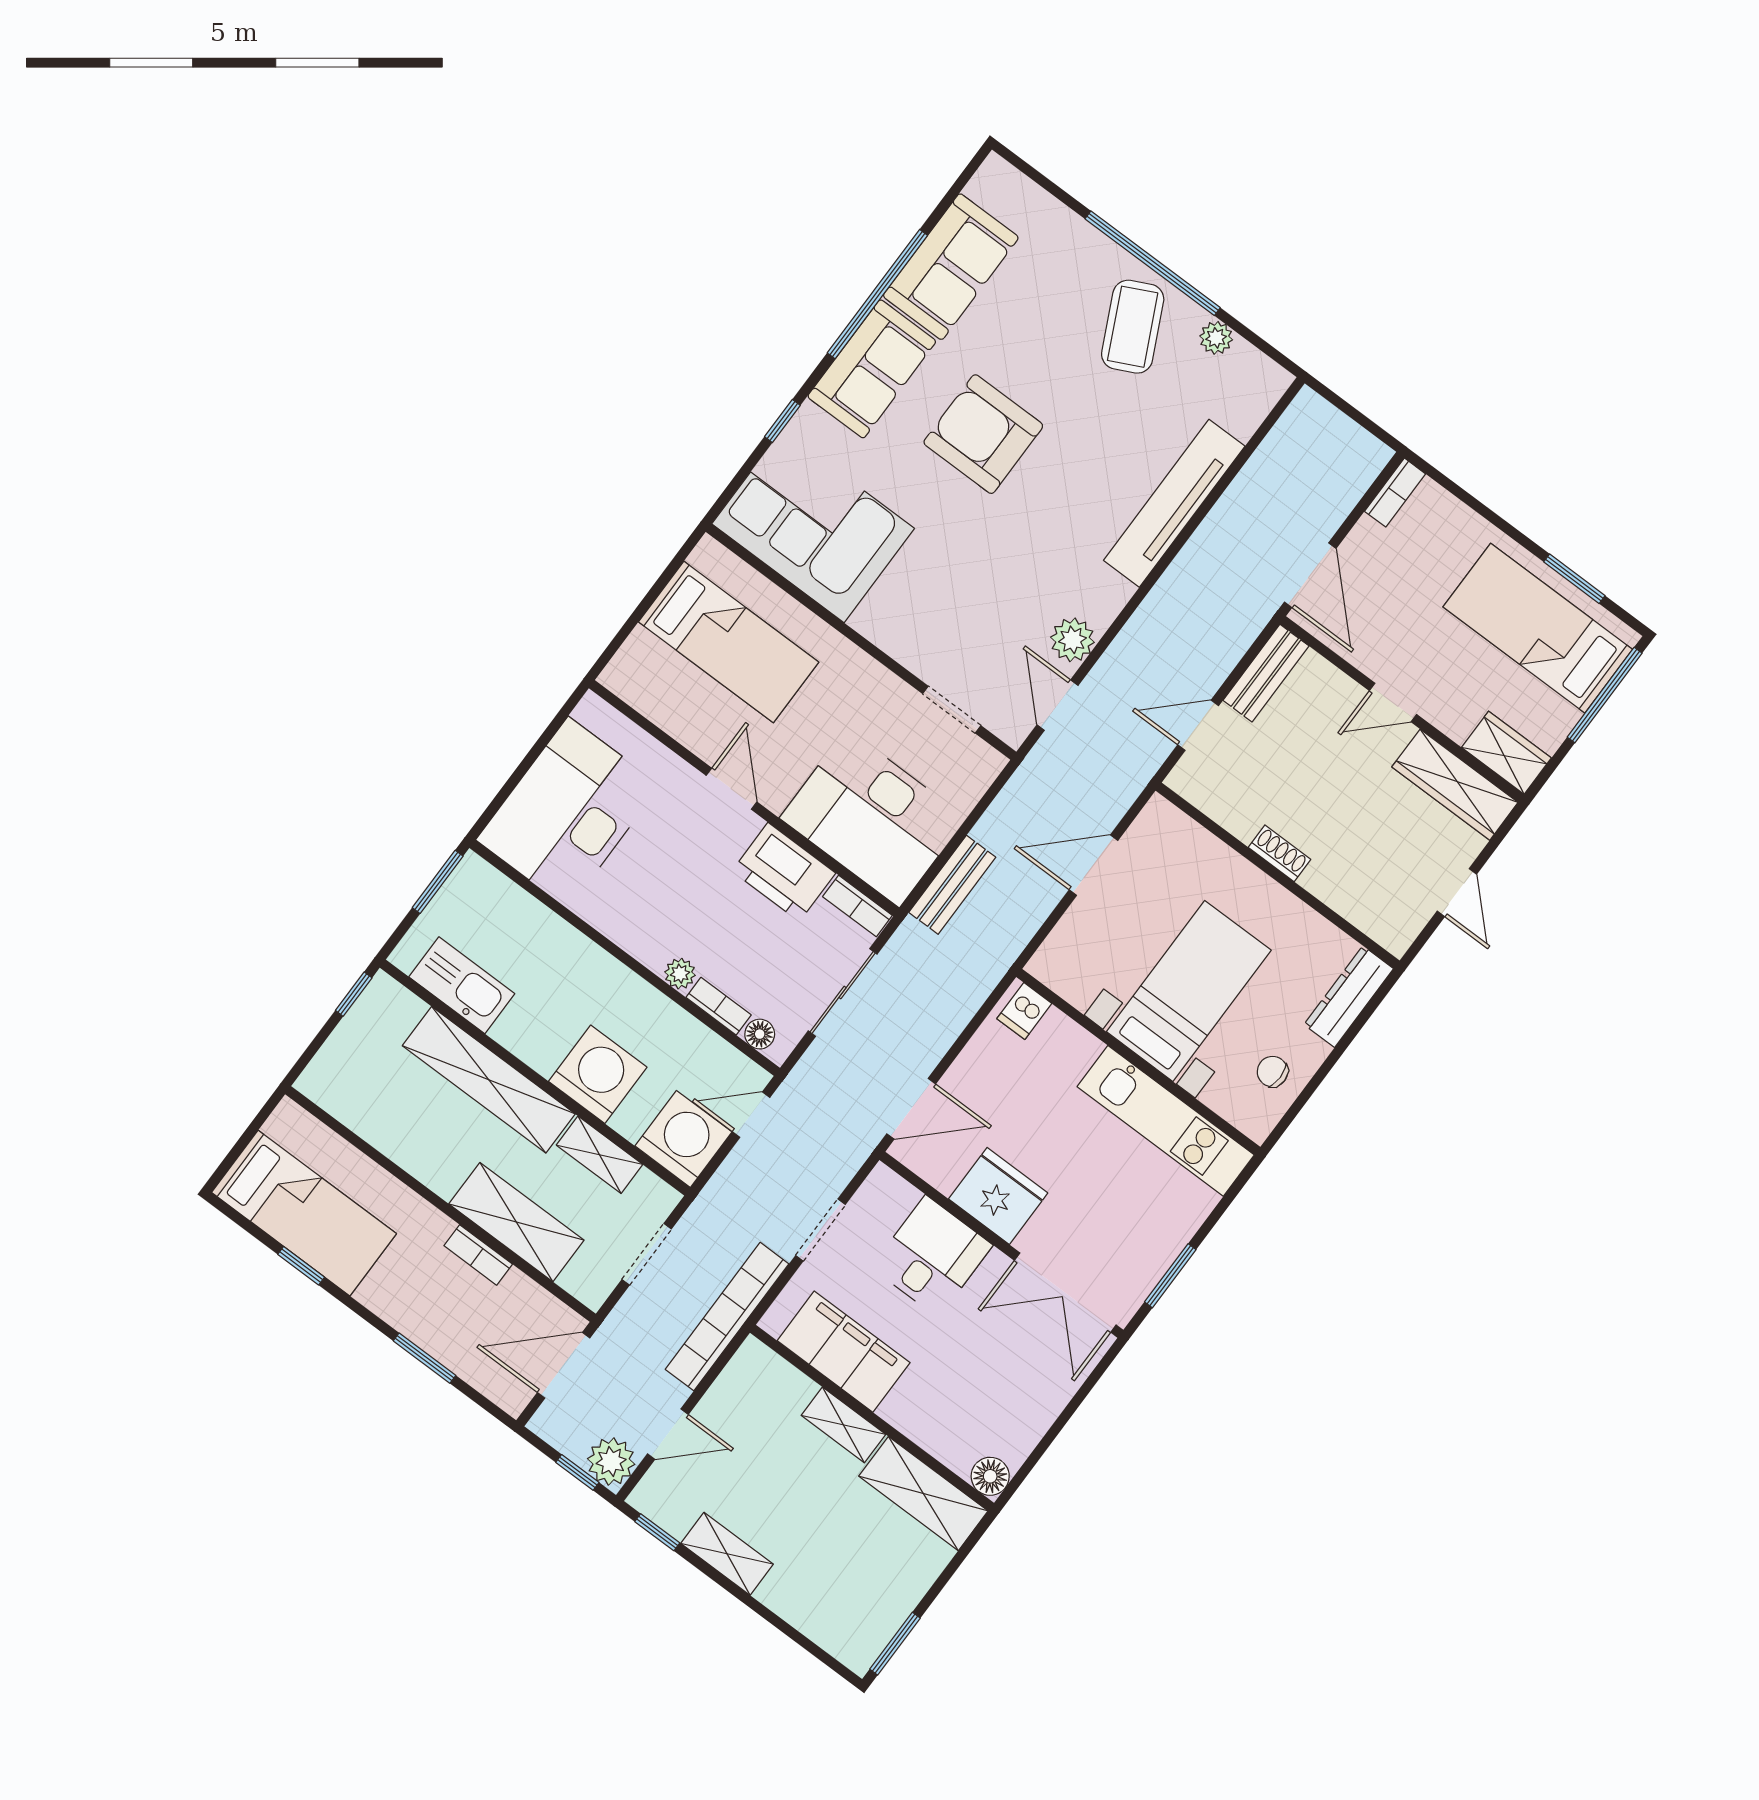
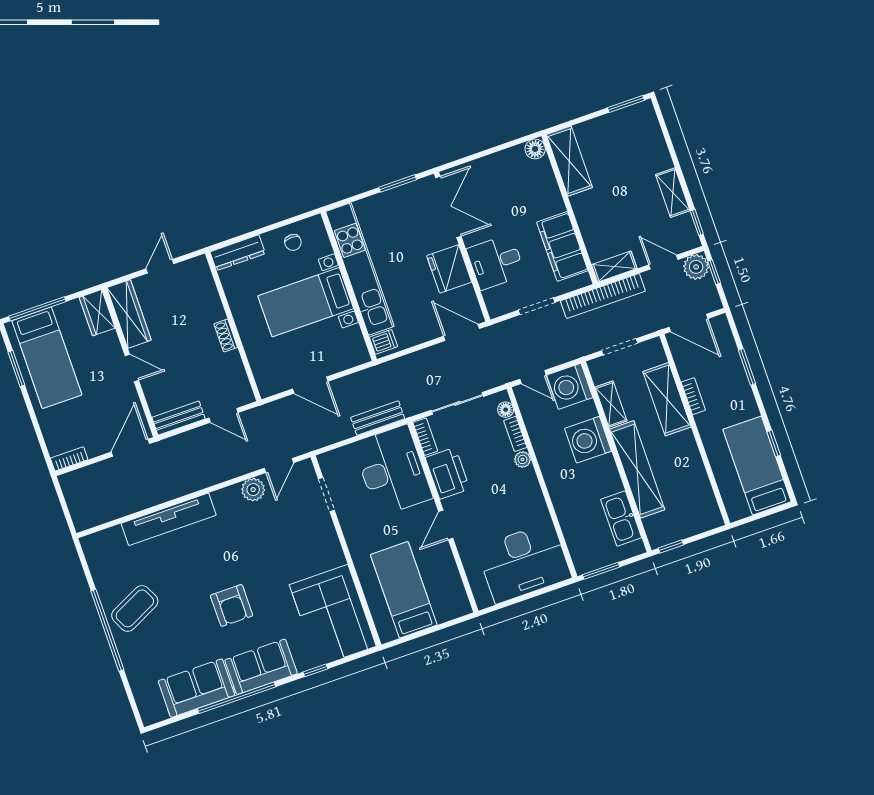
plant: (1216, 338) -> (102, 579), removed
armchair: (983, 434) -> (232, 606), width x0.73, depth x0.73
kitchen unit: (1166, 1121) -> (360, 269), width x1.36
shelving: (843, 1425) -> (614, 267), moved, turned 90

